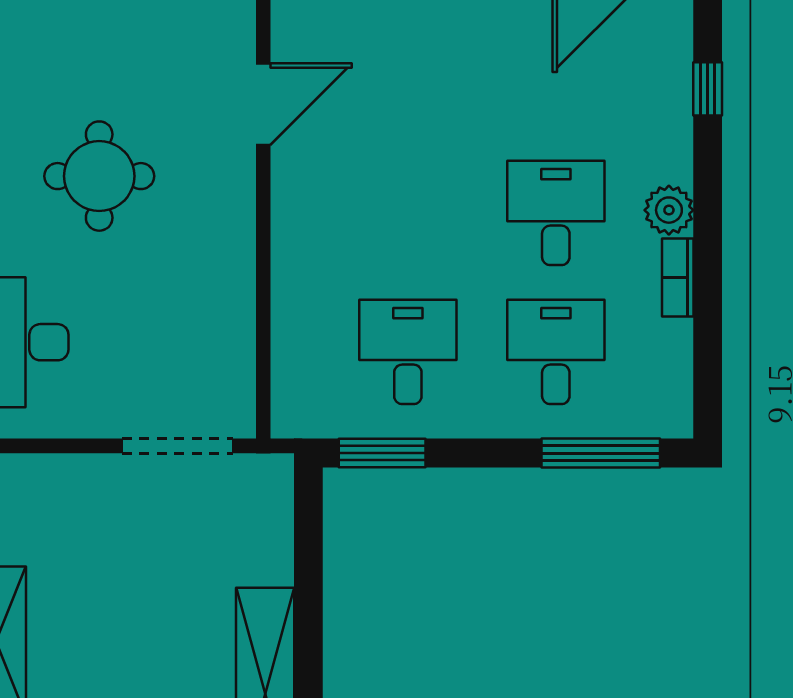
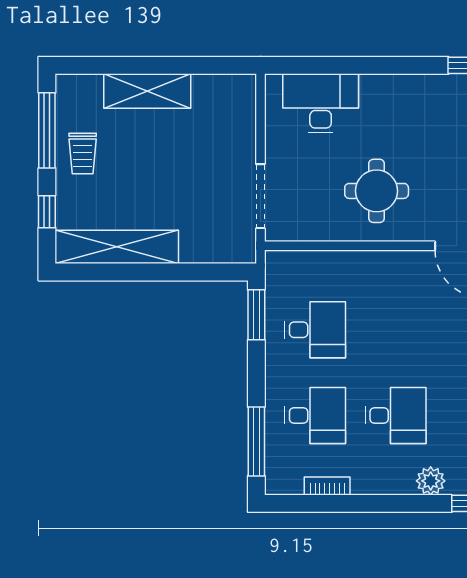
round table: (99, 176) -> (377, 191), moved
plant: (669, 210) -> (431, 481), moved
bookcase: (678, 278) -> (327, 486), moved

